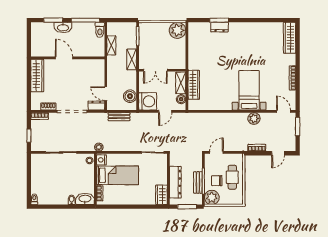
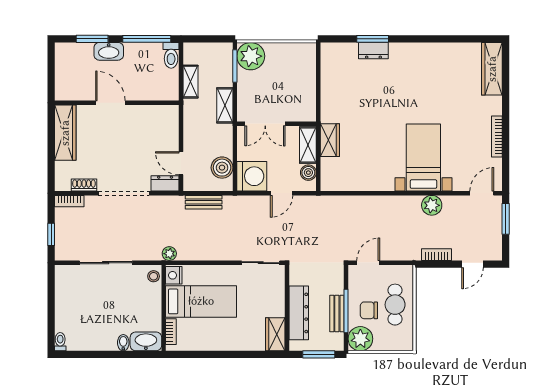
plant: (178, 30) -> (251, 56), moved
wardrobe: (194, 85) -> (330, 140), width x0.67
door: (284, 111) -> (482, 193), hinge flipped

